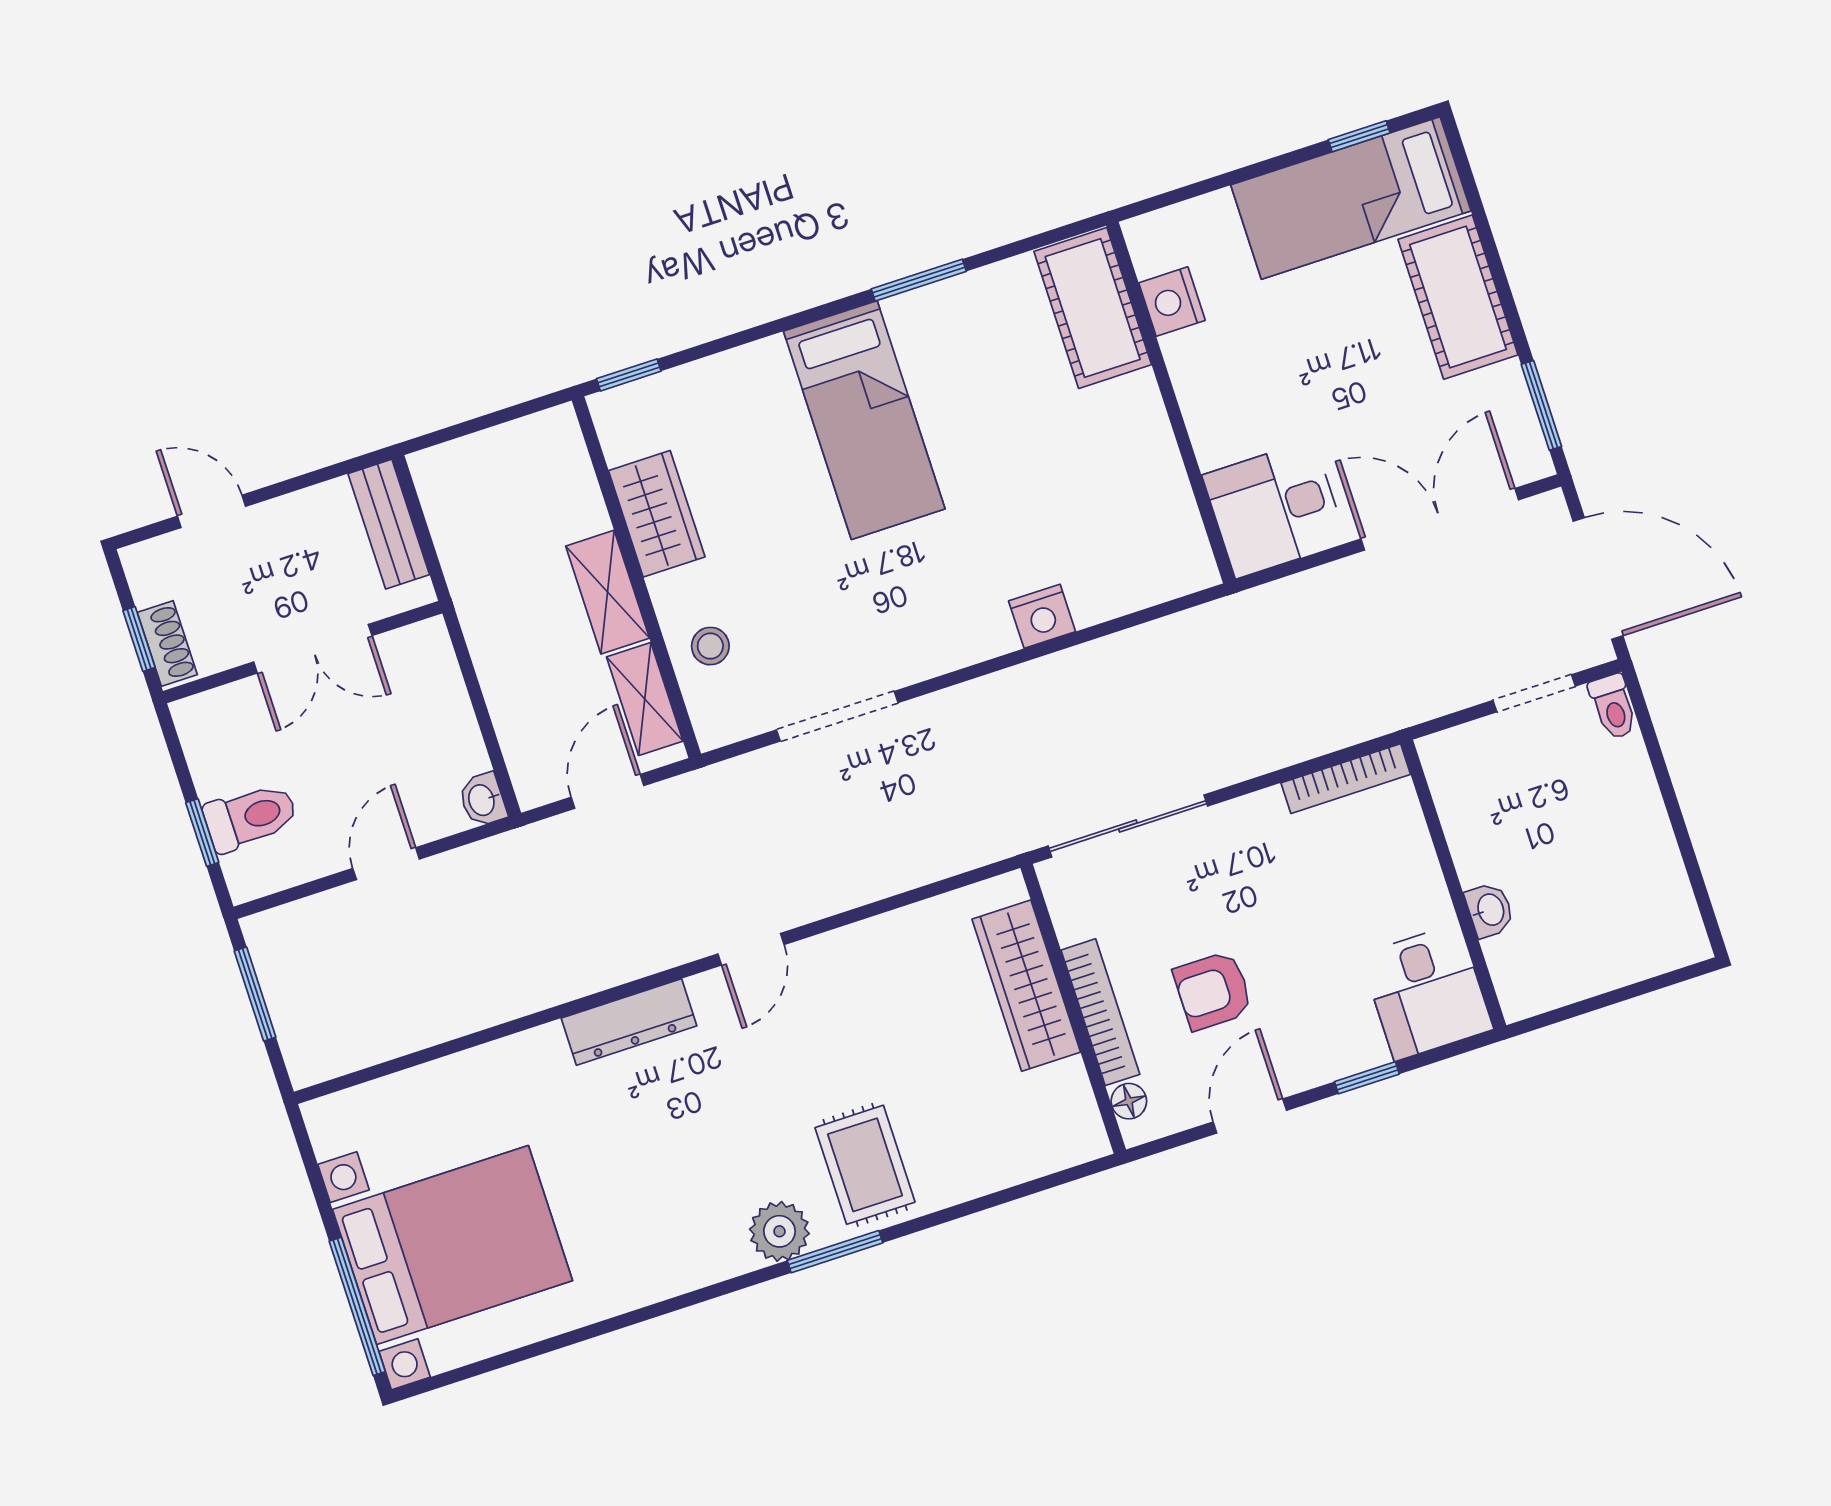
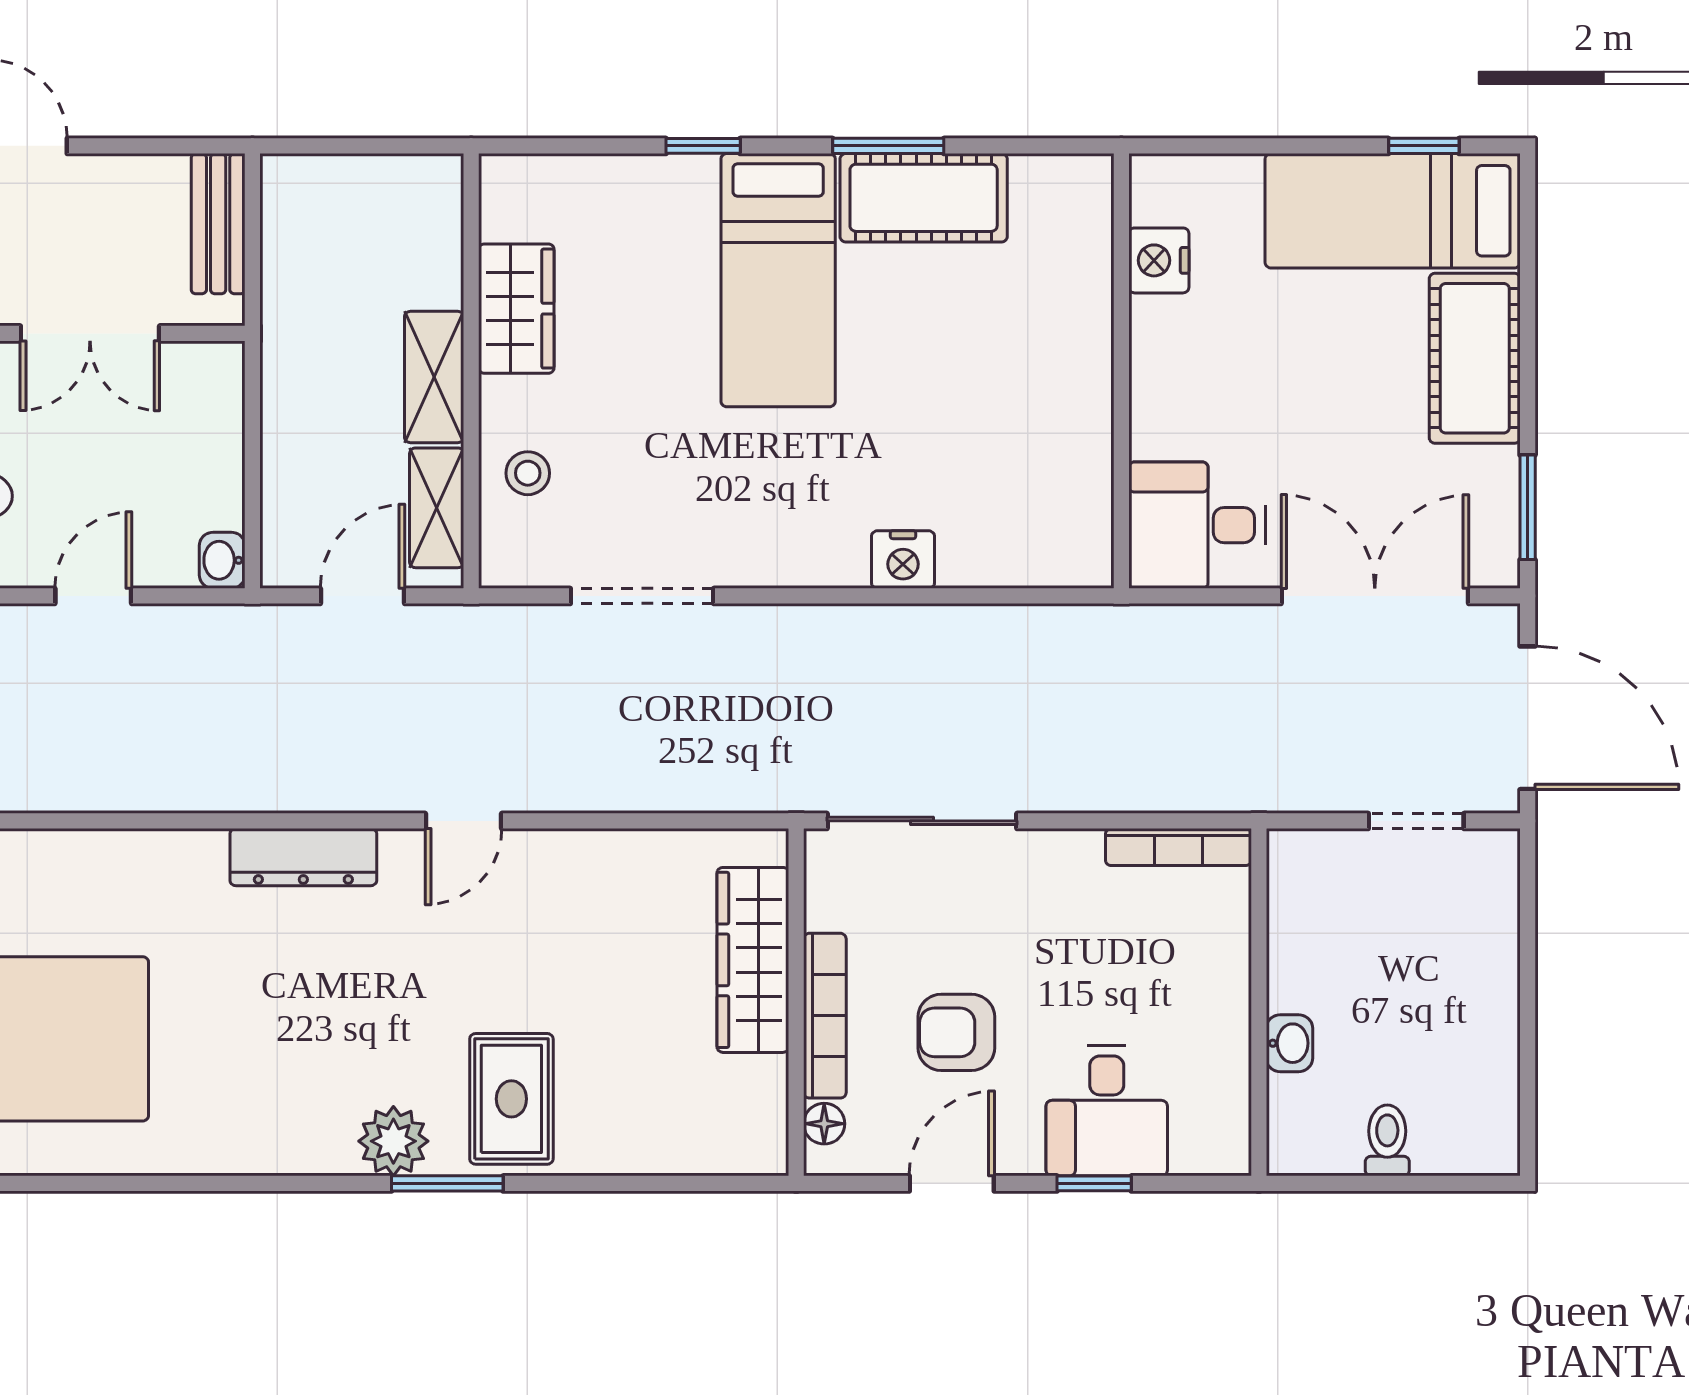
cot: (1093, 308) -> (924, 198), moved, turned 90
window: (629, 375) -> (703, 146), moved
toilet: (1613, 707) -> (1387, 1140), moved, turned 180
desk: (1427, 992) -> (1107, 1111), moved

